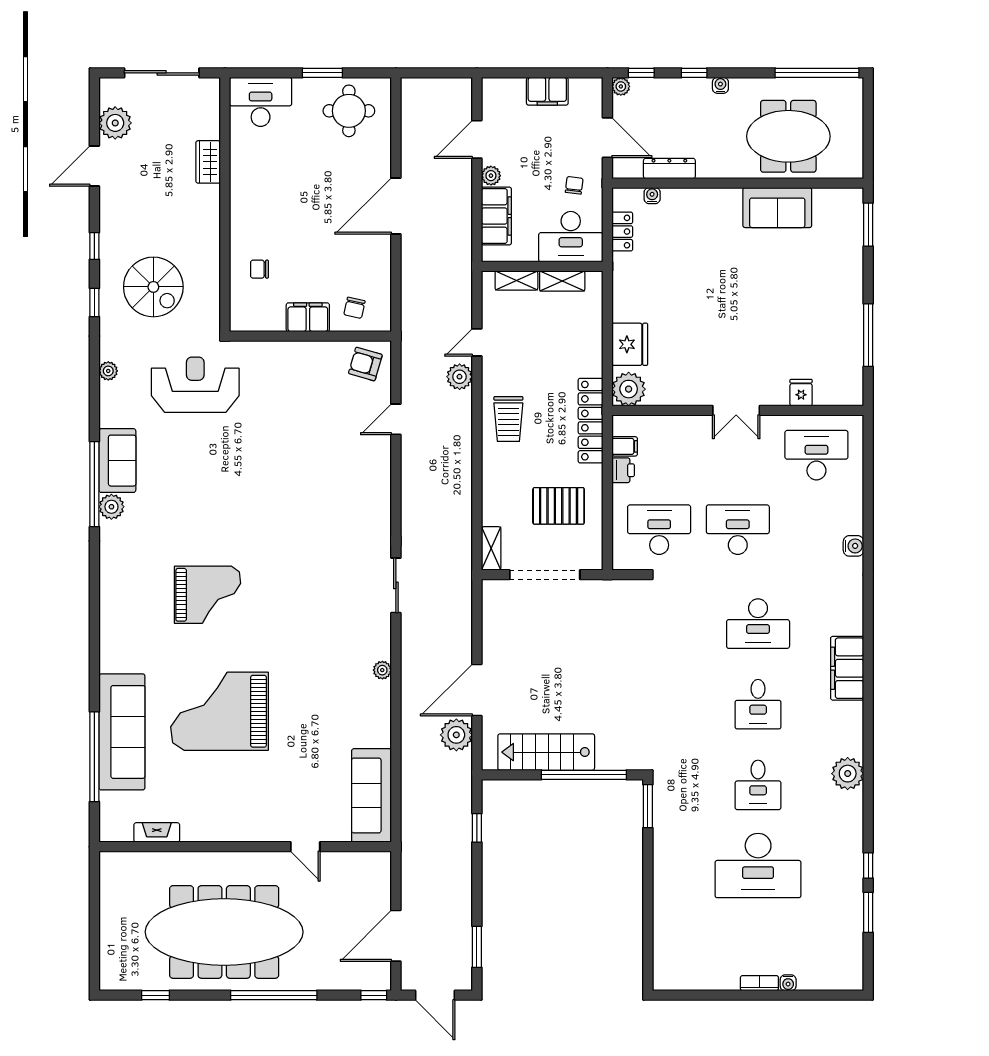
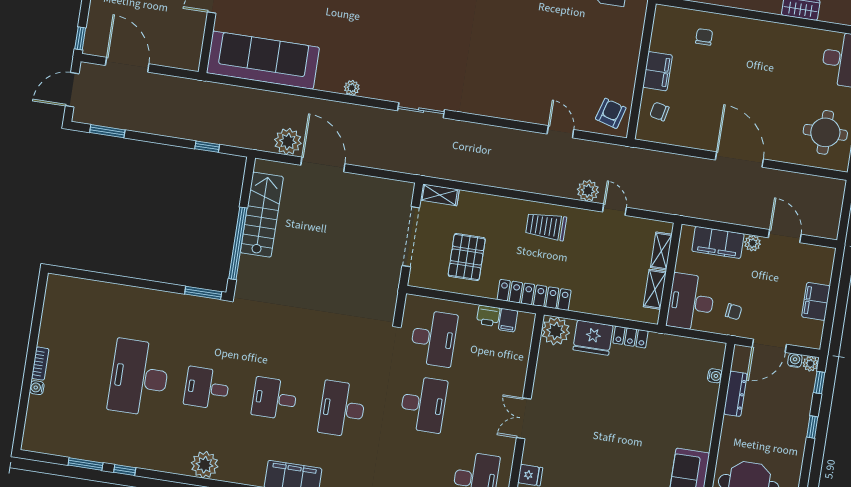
water cooler: (720, 85) -> (795, 360), moved, turned -90
locker: (622, 232) -> (631, 337), moved
sofa: (371, 795) -> (263, 60), width x1.36, depth x1.27

